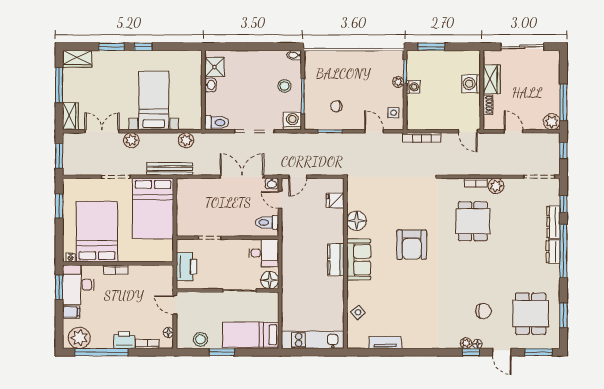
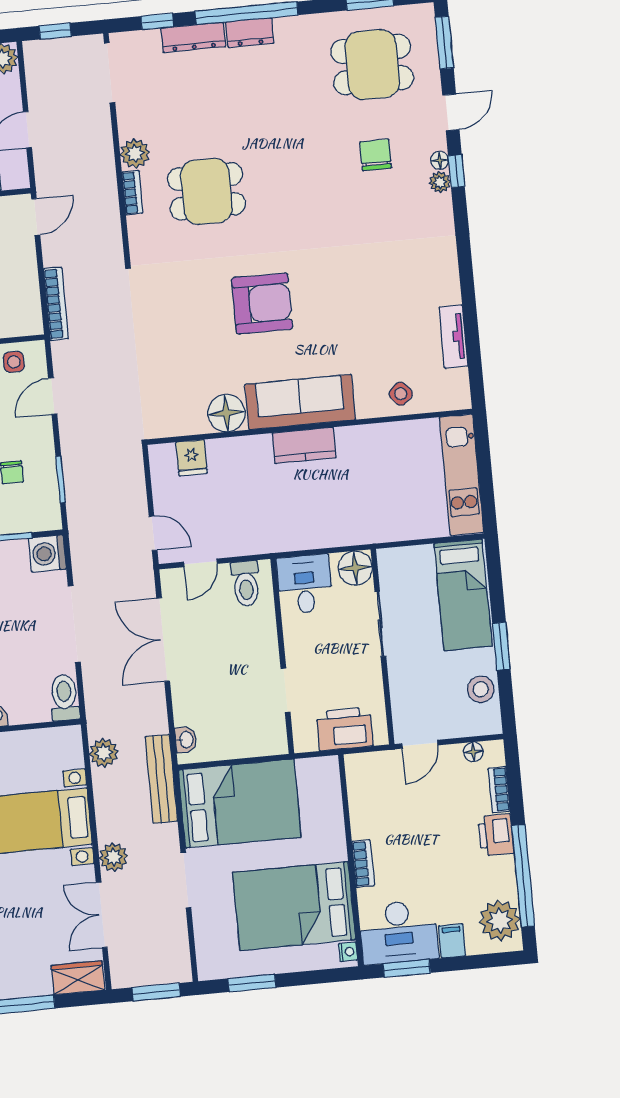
washbasin: (272, 184) -> (186, 740), moved
sofa: (359, 260) -> (300, 402), width x1.36

